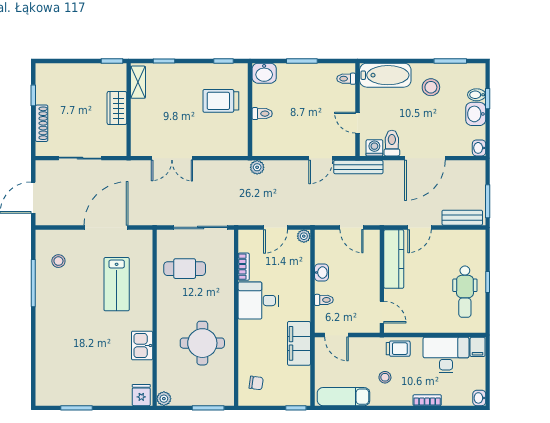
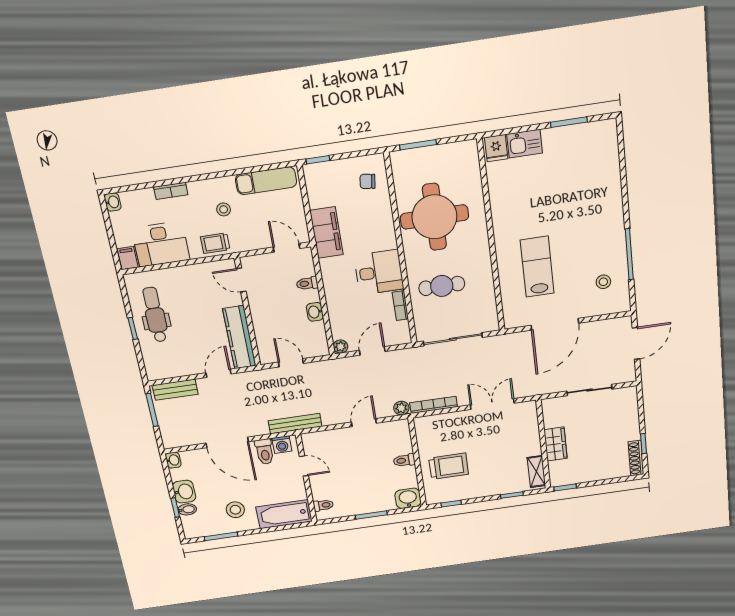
shoe rack: (42, 123) -> (636, 458), moved
door: (321, 158) -> (364, 423), moved
door: (425, 158) -> (227, 442), swing flipped
bookcase: (227, 166) -> (434, 405), added
cafe table: (185, 269) -> (442, 286), moved
round table: (202, 343) -> (434, 217), width x1.36, depth x1.36
kitchen sink: (142, 346) -> (525, 144), moved, turned 90
plant: (164, 399) -> (470, 148), removed

